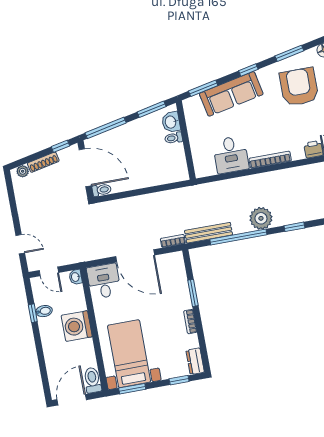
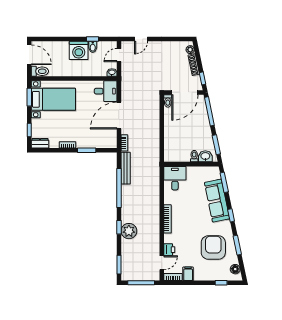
armchair: (299, 87) -> (213, 248), turned -90
desk: (231, 155) -> (175, 178), moved, turned 90
plant: (261, 218) -> (129, 231), moved
washing machine: (77, 326) -> (79, 50), moved, turned 180

